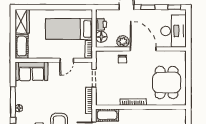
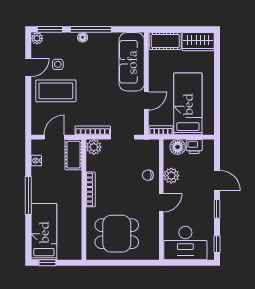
door: (143, 49) -> (161, 203), width x0.53
door: (67, 60) -> (146, 101), swing flipped
sofa: (31, 71) -> (132, 62), width x1.36
plant: (101, 100) -> (94, 147), added

